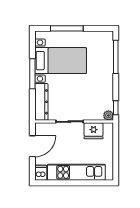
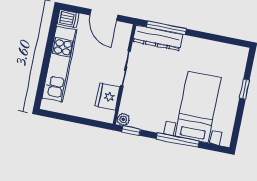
window: (67, 28) -> (244, 89), width x0.46
window: (116, 57) -> (178, 140), moved
bed with nightstands: (61, 61) -> (198, 107), moved, turned 180
window: (32, 74) -> (166, 28), moved

